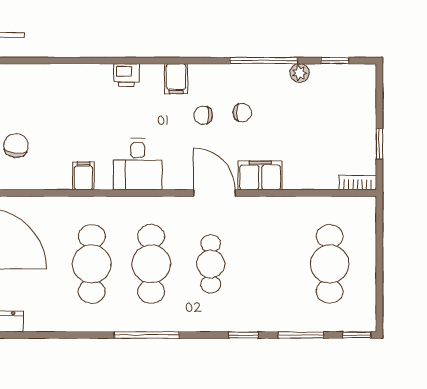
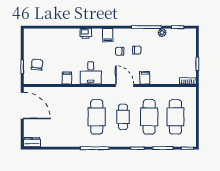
filing cabinet: (260, 175) -> (145, 78), width x0.50
cafe table: (92, 264) -> (149, 117), moved

